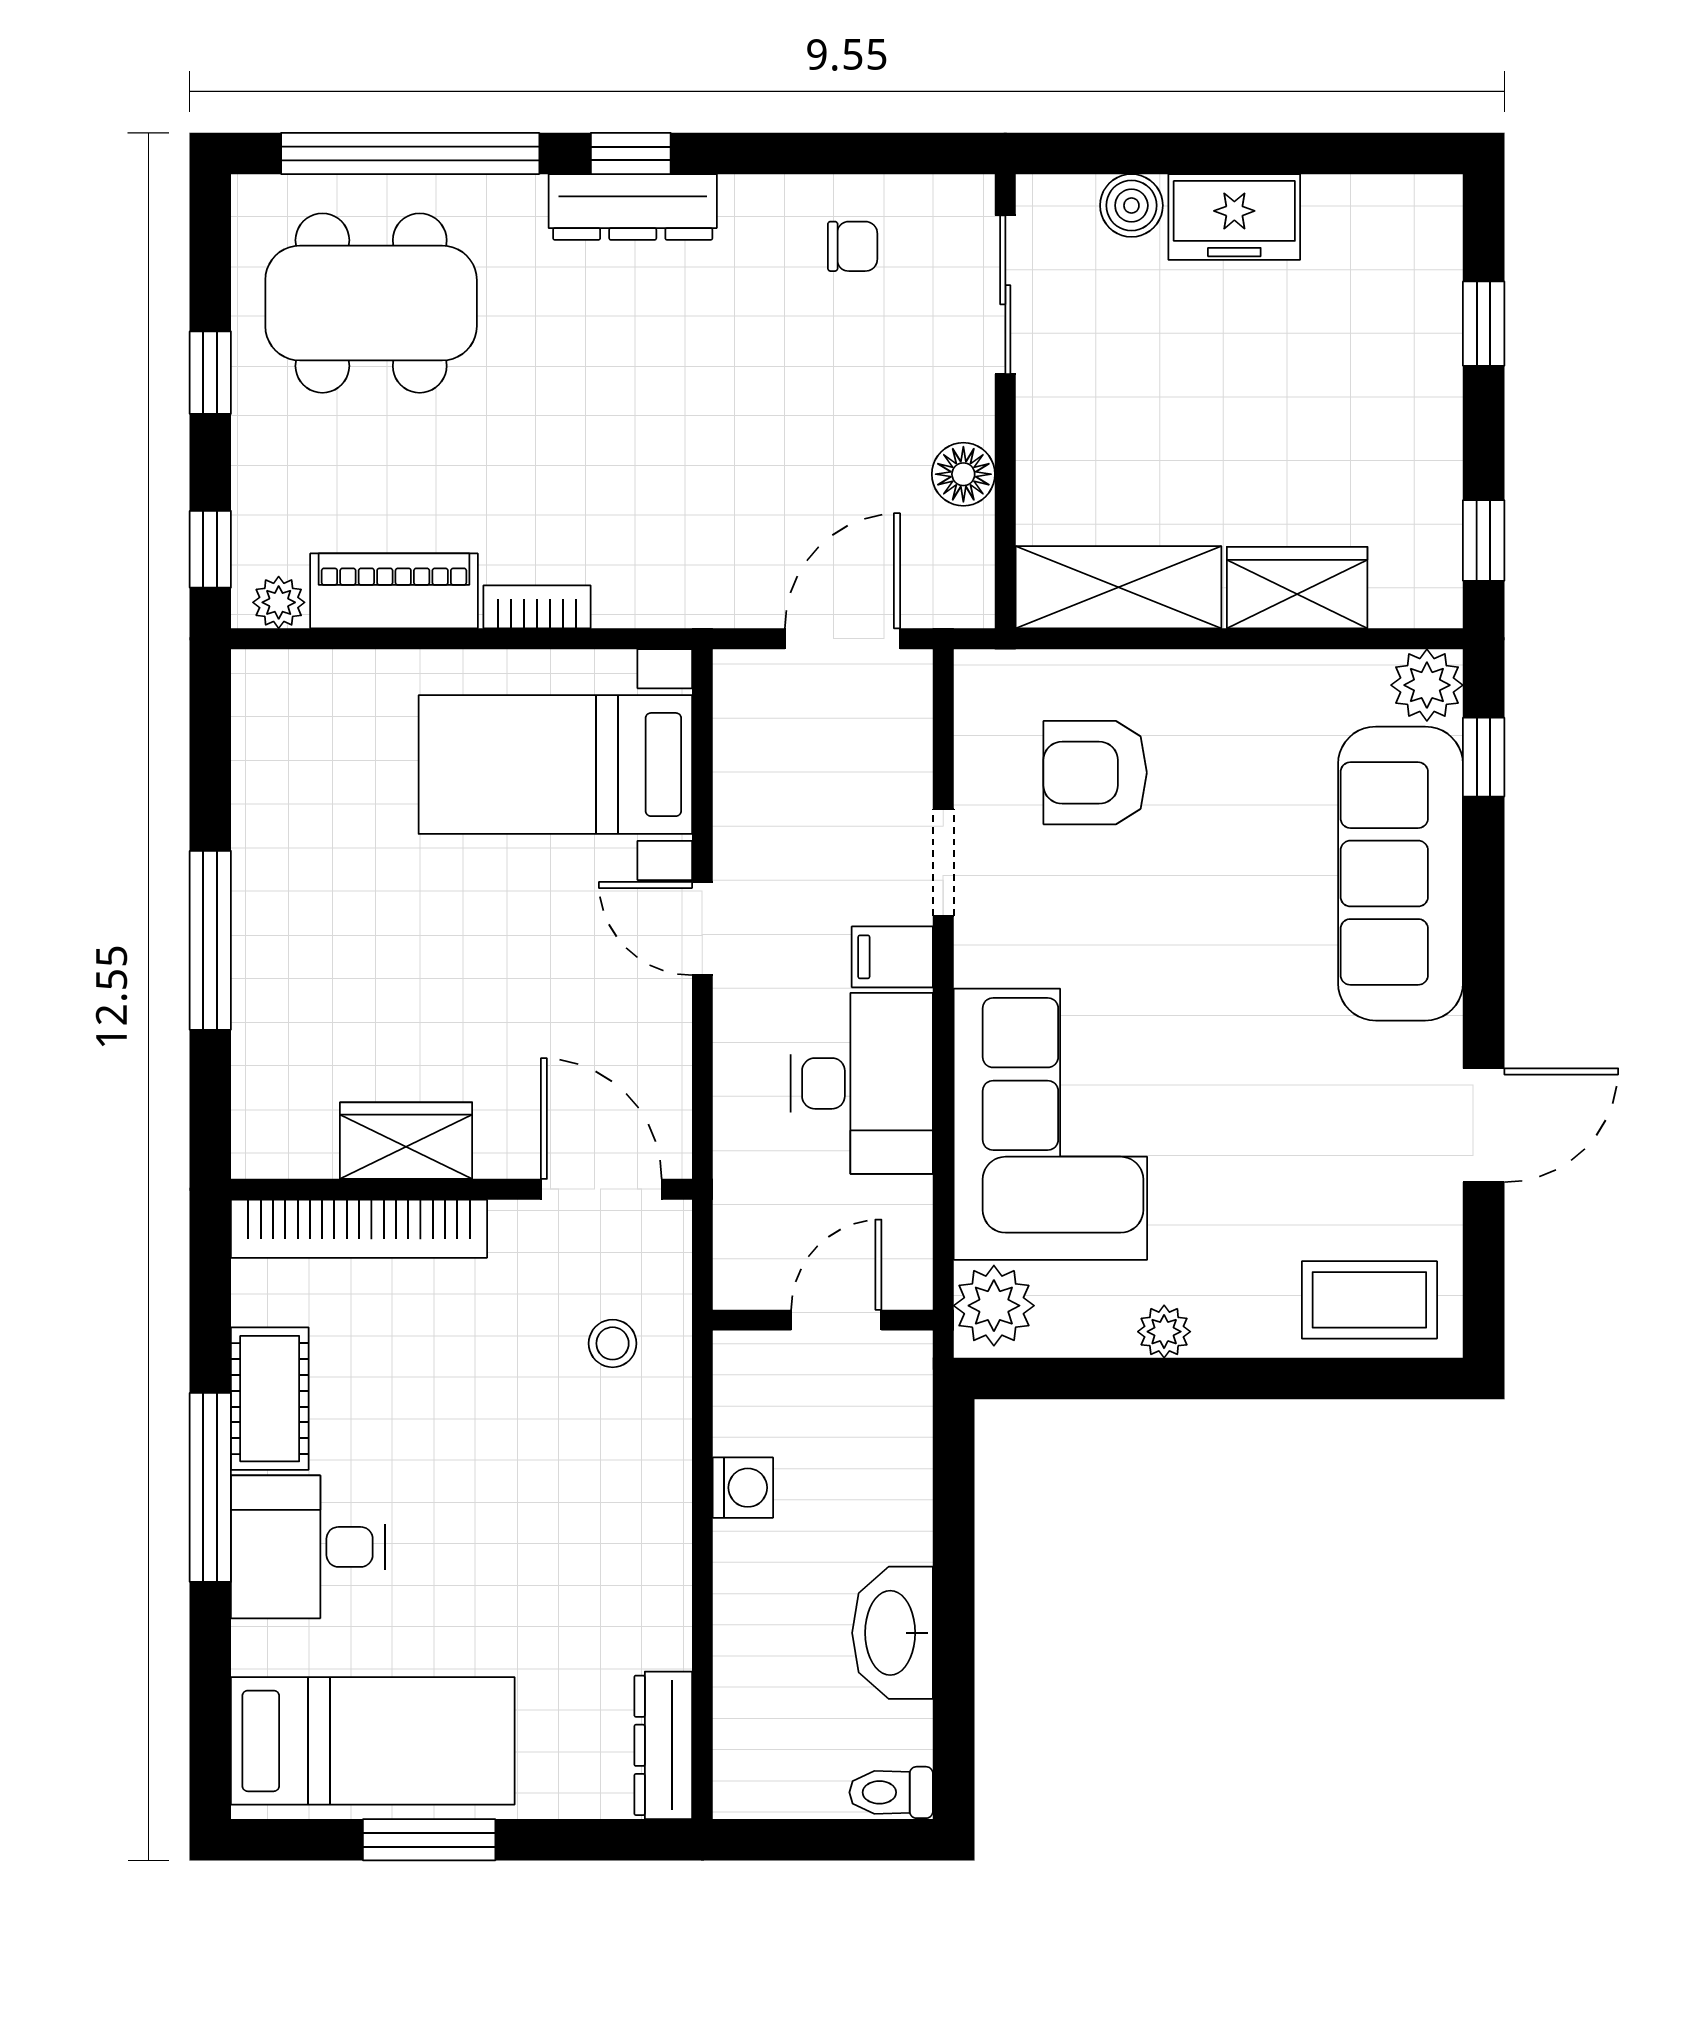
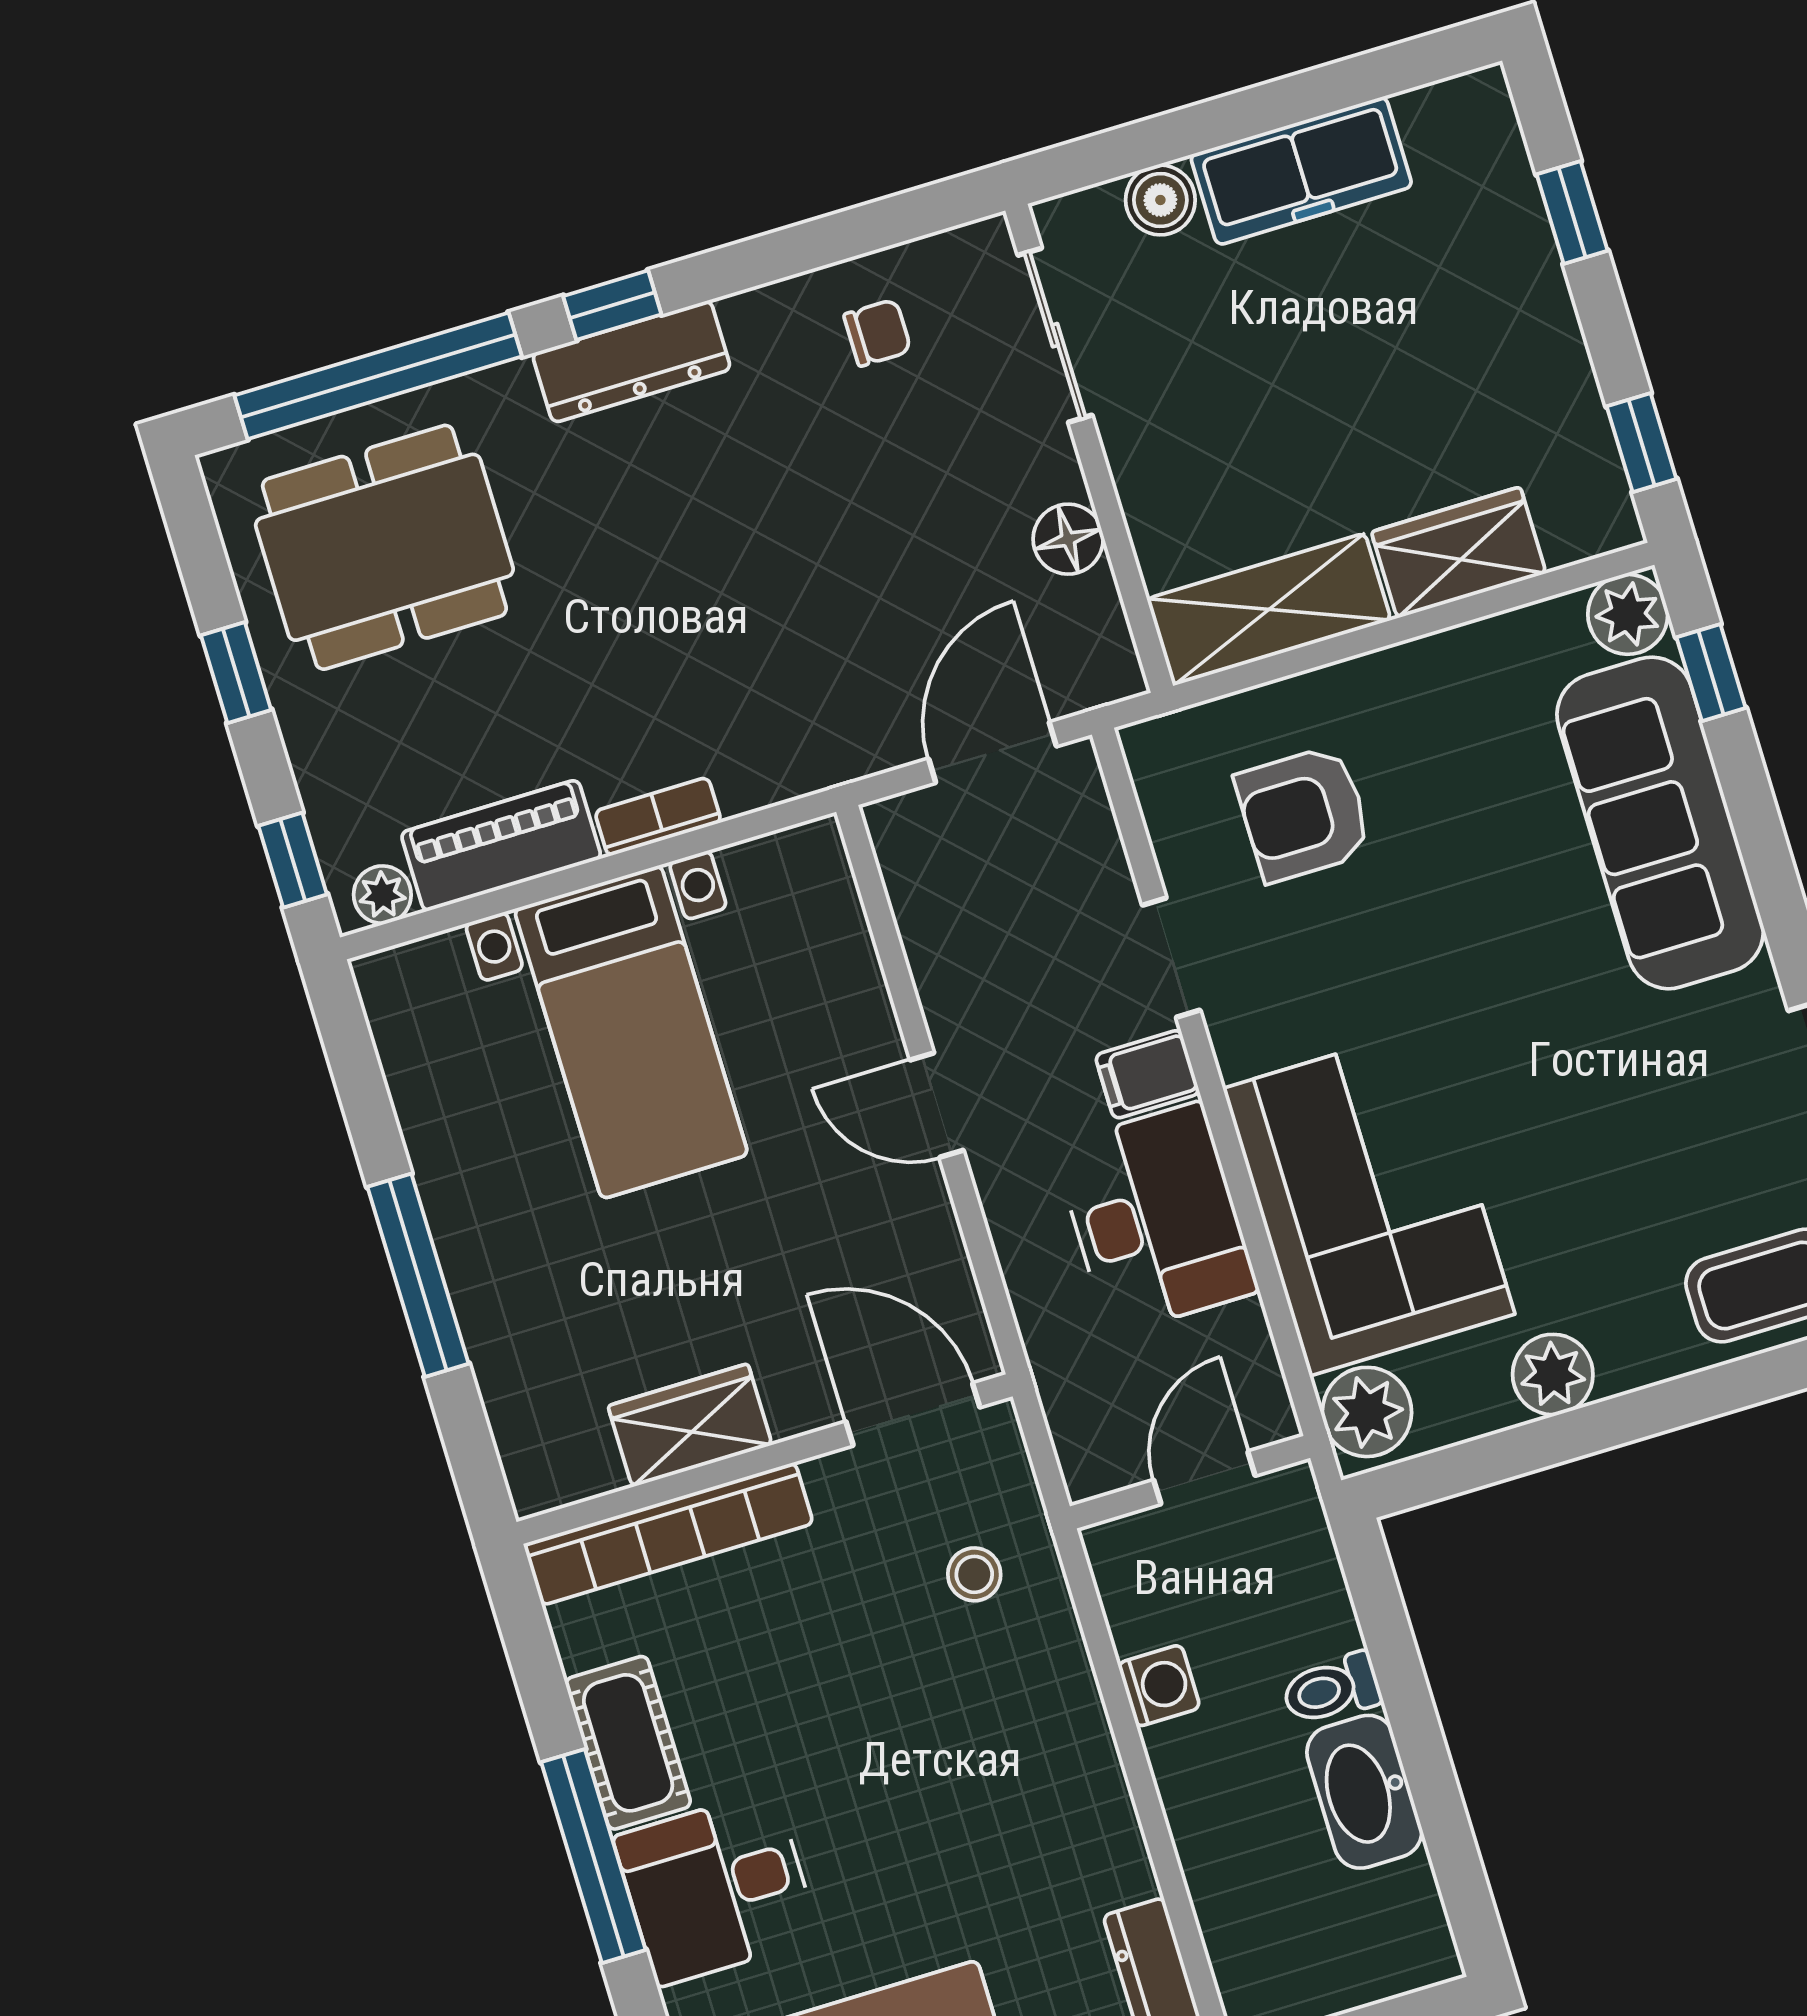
freezer: (1234, 217) -> (1301, 171), width x1.40
bed with nightstands: (555, 765) -> (631, 1032), moved, turned -90
plant: (1164, 1332) -> (1553, 1374), width x1.38, depth x1.38
toilet: (891, 1792) -> (1332, 1689), moved

